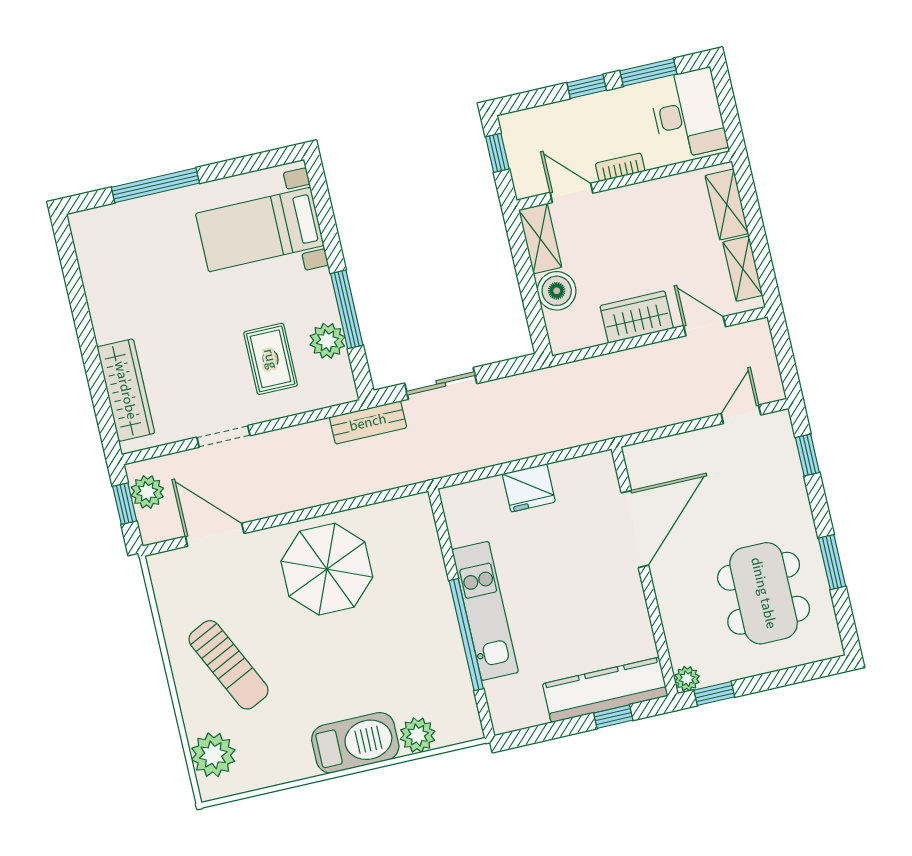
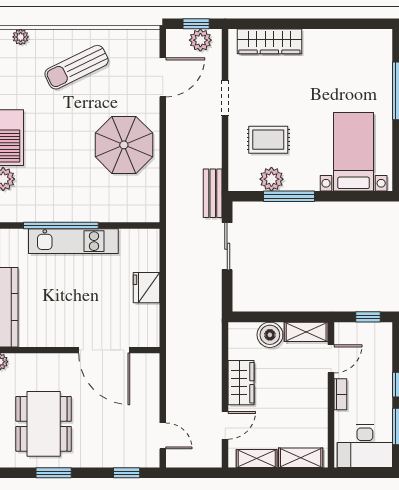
dining table: (764, 593) -> (44, 424), turned 90
plant: (213, 755) -> (21, 37), width x0.53, depth x0.53

